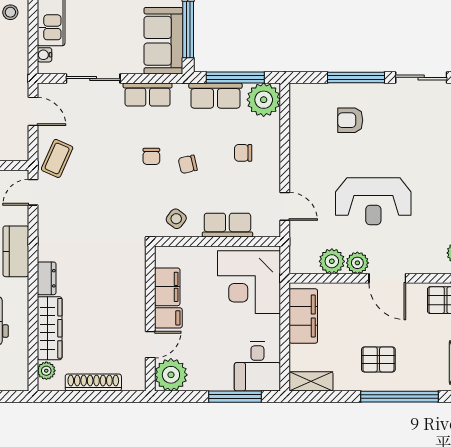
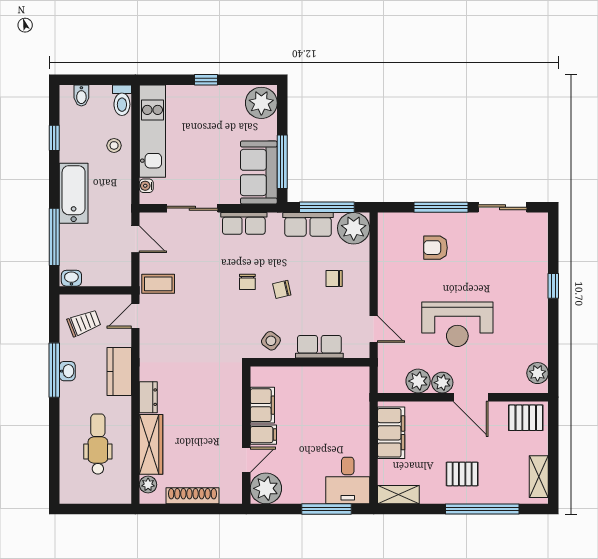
coffee table: (57, 158) -> (158, 284), turned 66
corner desk: (249, 282) -> (340, 401), removed

